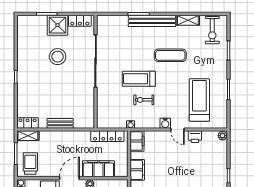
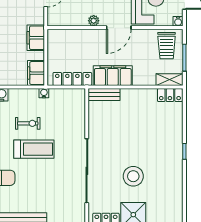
bench: (60, 123) -> (104, 95), moved
filing cabinet: (98, 169) -> (113, 76), moved, turned 180

